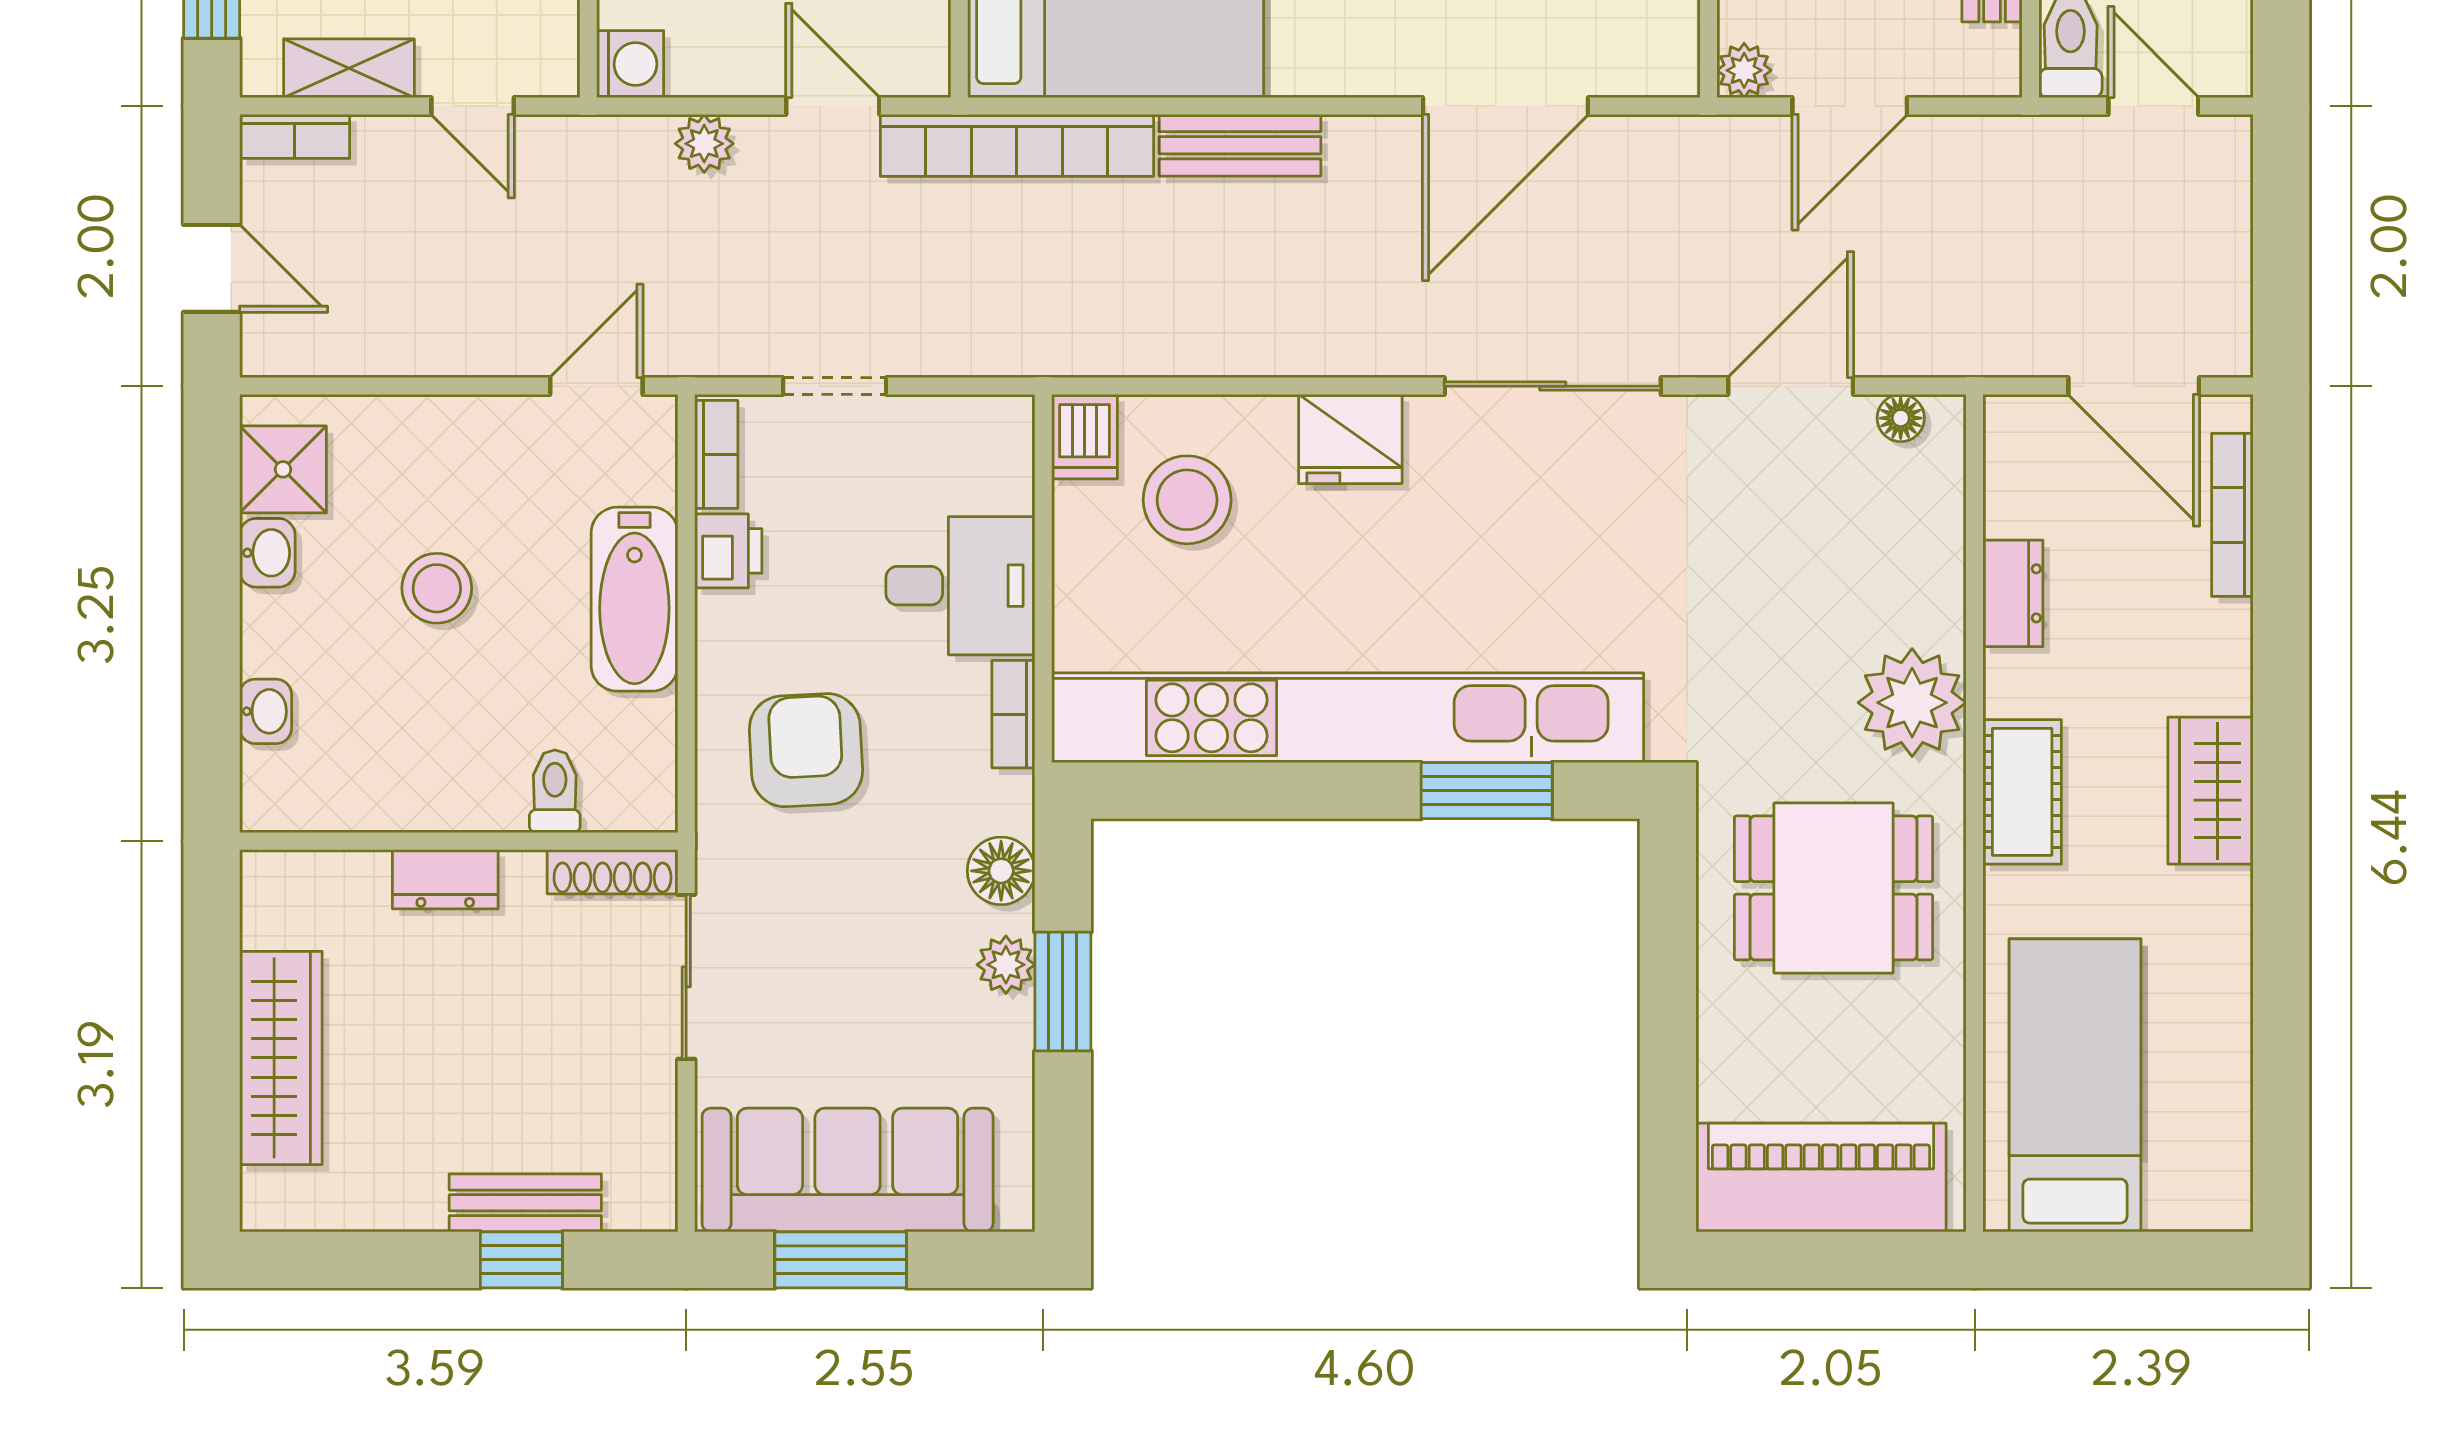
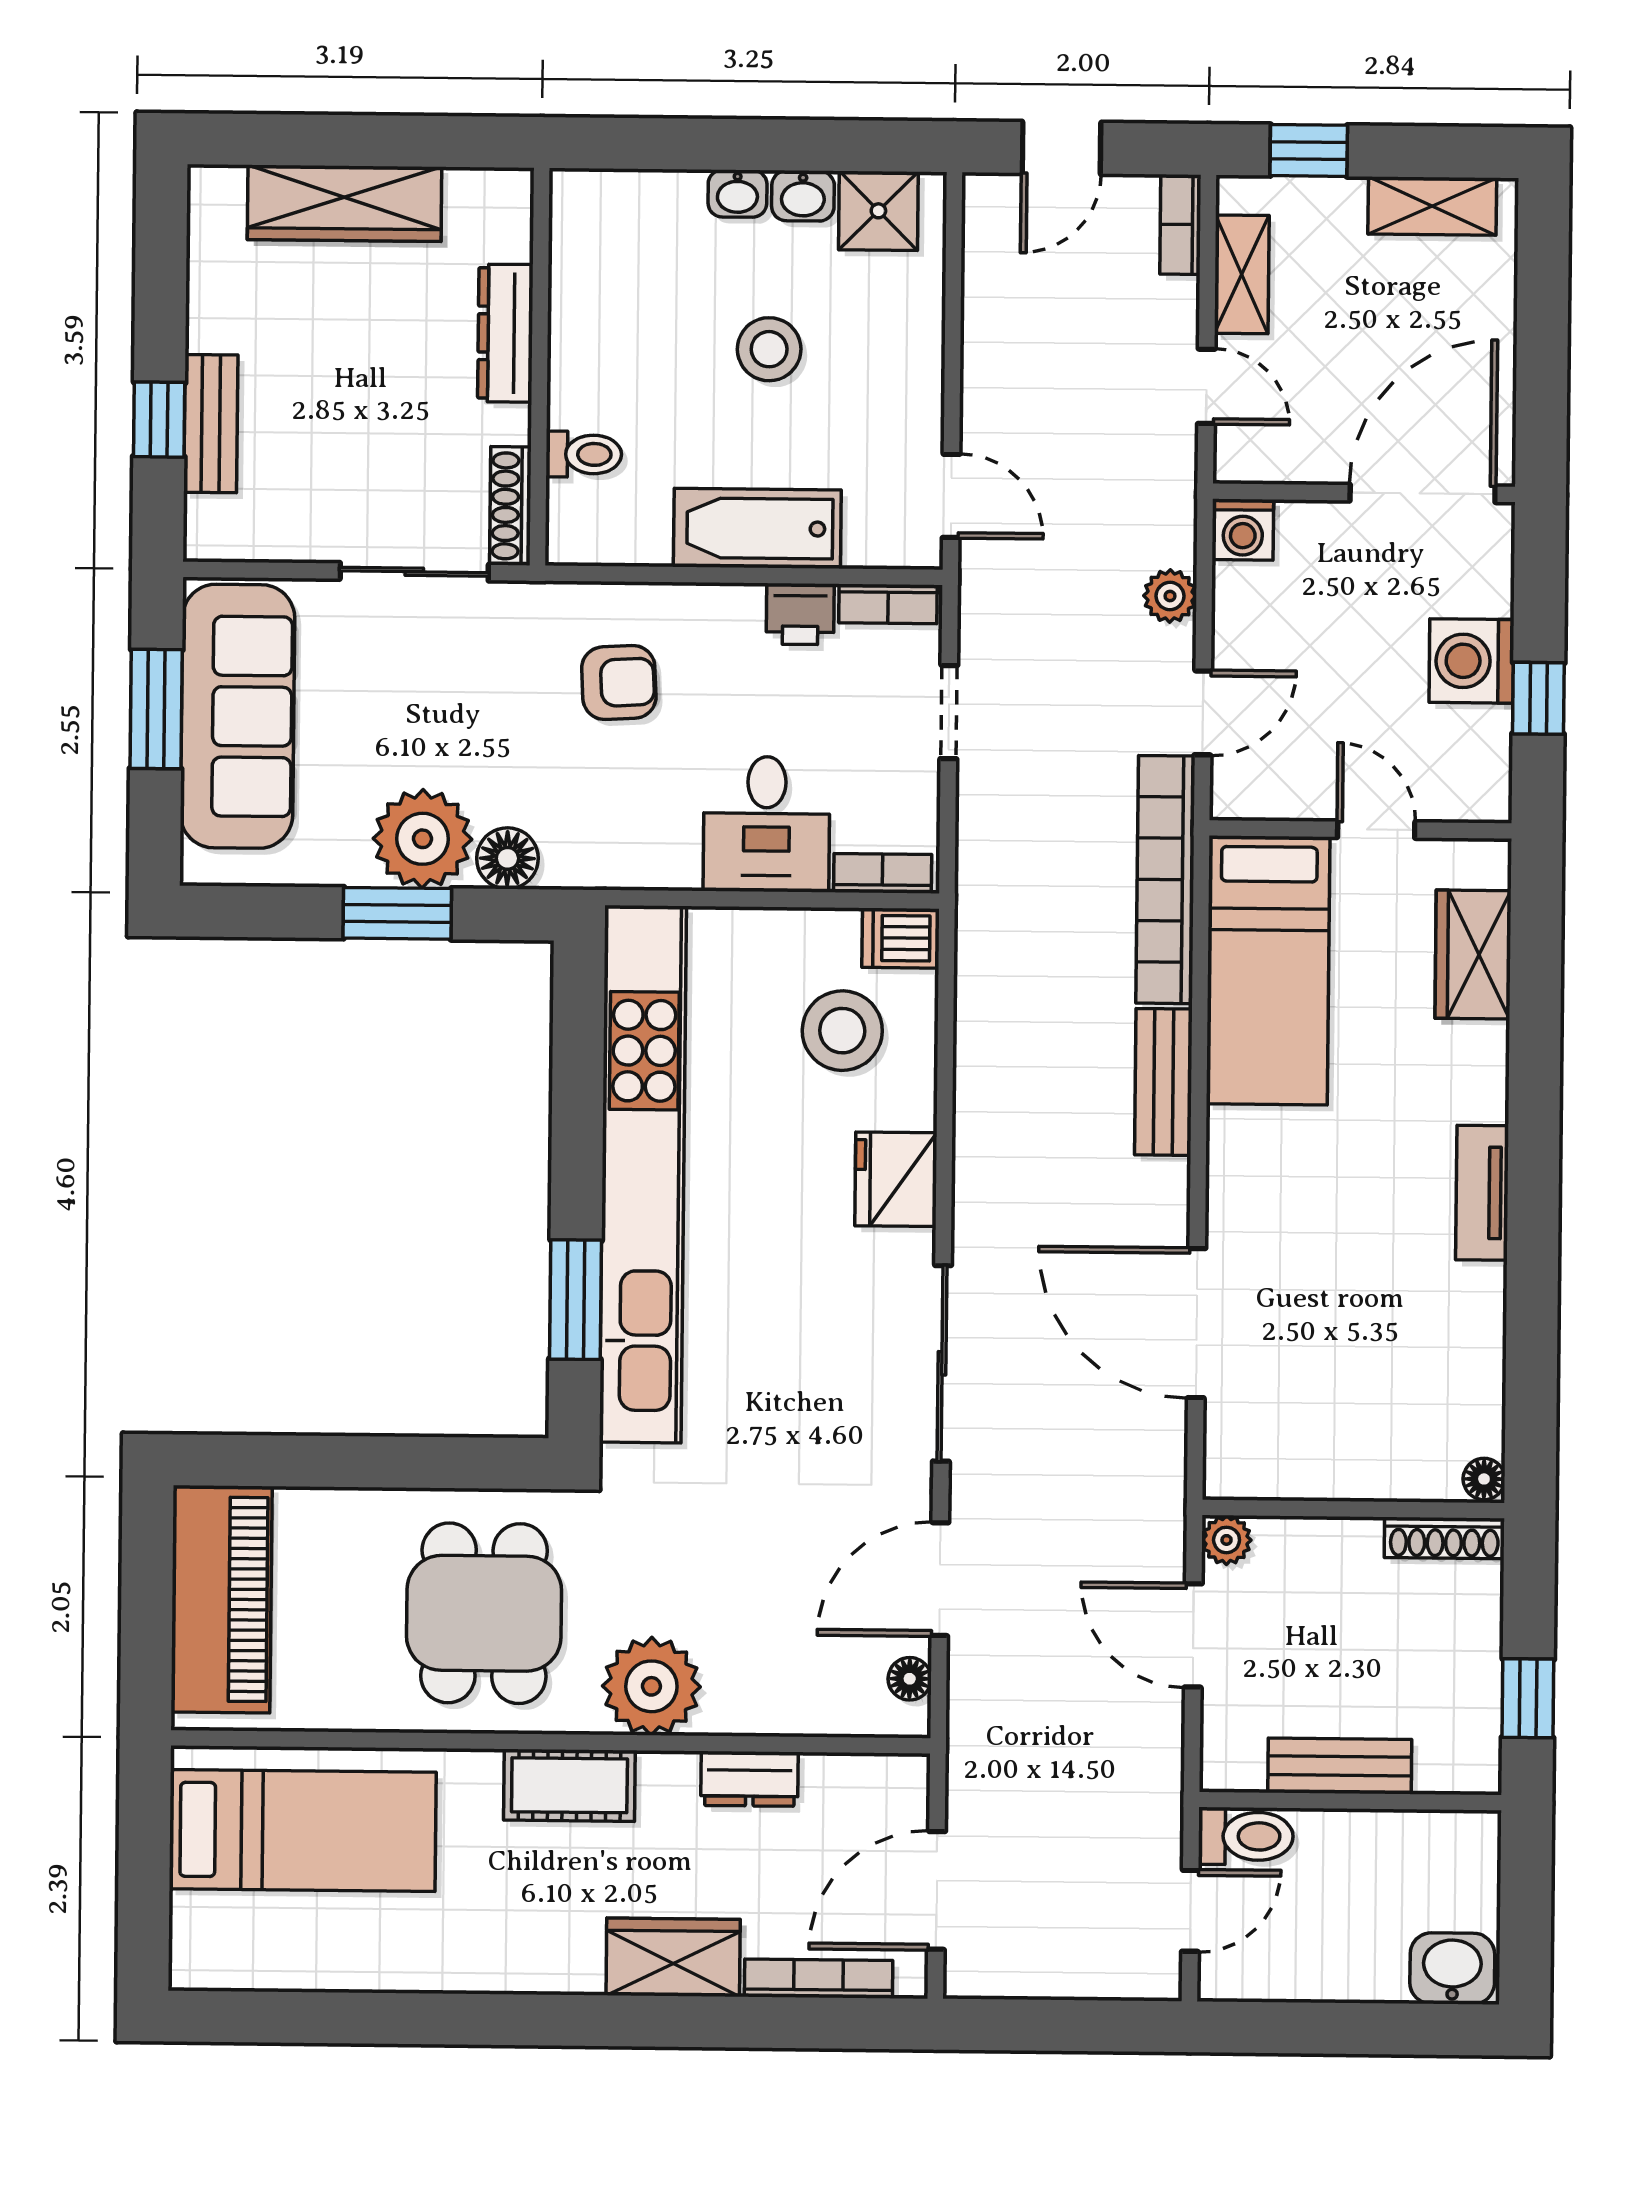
door: (473, 106) -> (1206, 386), swing flipped
door: (1791, 386) -> (940, 1579), swing flipped
washbasin: (266, 711) -> (737, 194), moved
bookcase: (1013, 714) -> (883, 873), moved
armchair: (806, 750) -> (619, 683), width x0.72, depth x0.72
wardrobe: (2211, 791) -> (673, 1957), moved
dresser: (445, 879) -> (505, 333), width x1.44
plant: (1006, 965) -> (423, 839), width x1.87, depth x1.87

